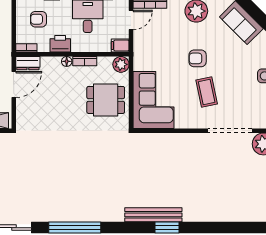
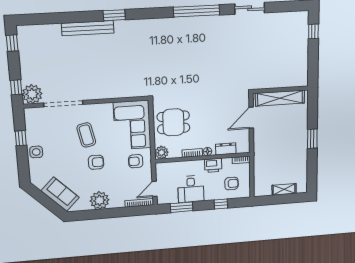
filing cabinet: (120, 46) -> (163, 168), removed
armchair: (152, 56) -> (136, 161), added
dresser: (28, 63) -> (226, 149), moved
door: (14, 84) -> (251, 118), moved
bench: (153, 215) -> (88, 28), moved

